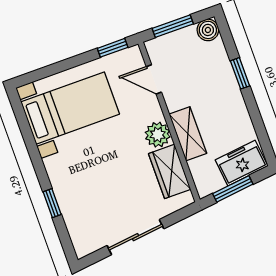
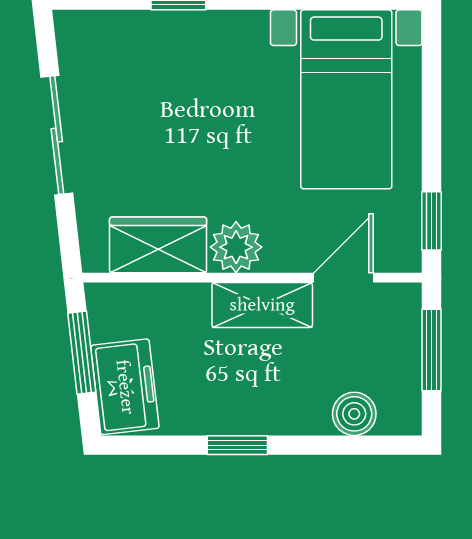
boiler: (208, 30) -> (354, 414), moved
window: (240, 73) -> (237, 445), moved
shelving: (188, 134) -> (262, 305), moved

